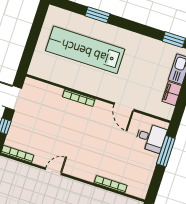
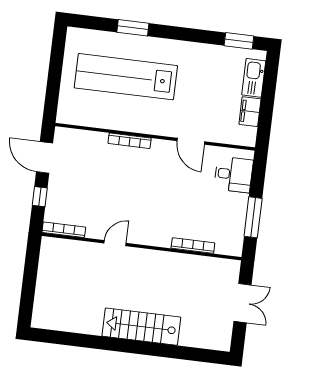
window: (166, 151) -> (253, 217), moved

